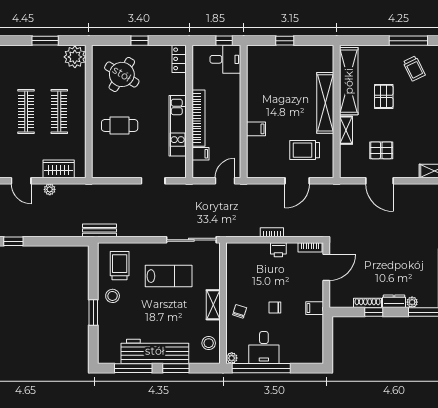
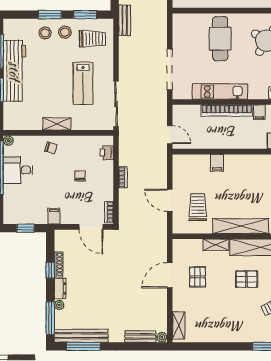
cafe table: (120, 125) -> (220, 39), width x1.37, depth x1.35
filing cabinet: (200, 154) -> (259, 112), moved
doorway: (153, 181) -> (170, 69), width x1.88
printer: (278, 250) -> (107, 153), moved
window: (93, 274) -> (85, 15), added
chair: (275, 307) -> (80, 176), moved
window: (328, 339) -> (26, 228), added
stool: (209, 343) -> (45, 33), moved

